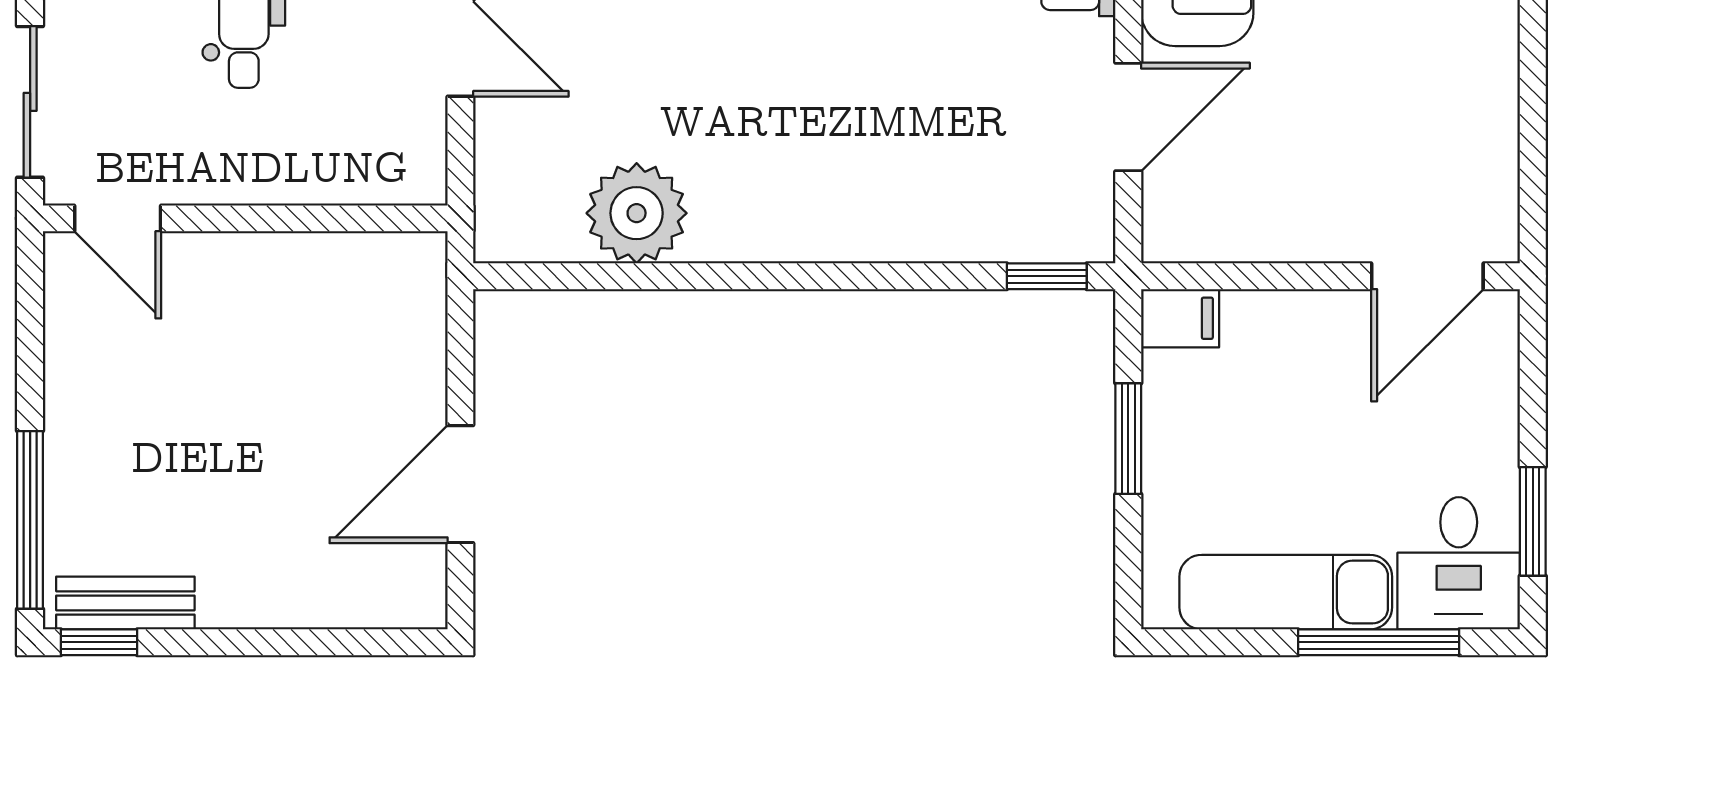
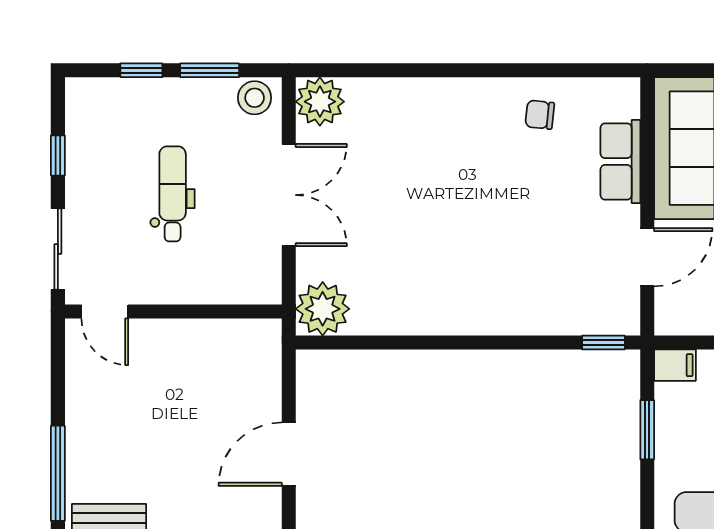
plant: (637, 213) -> (323, 309), moved

